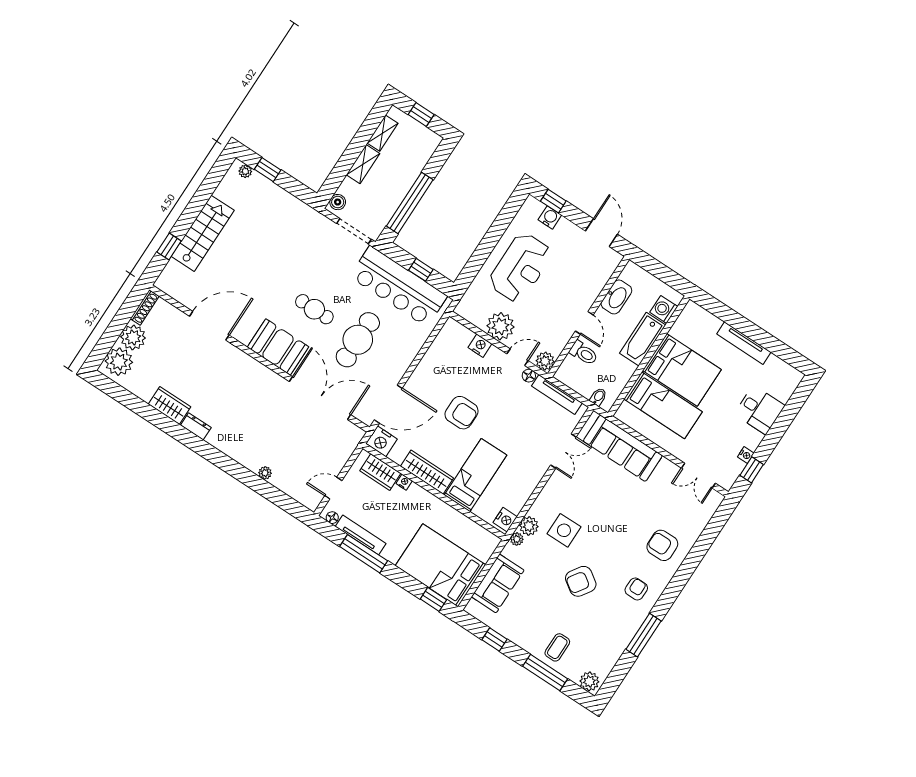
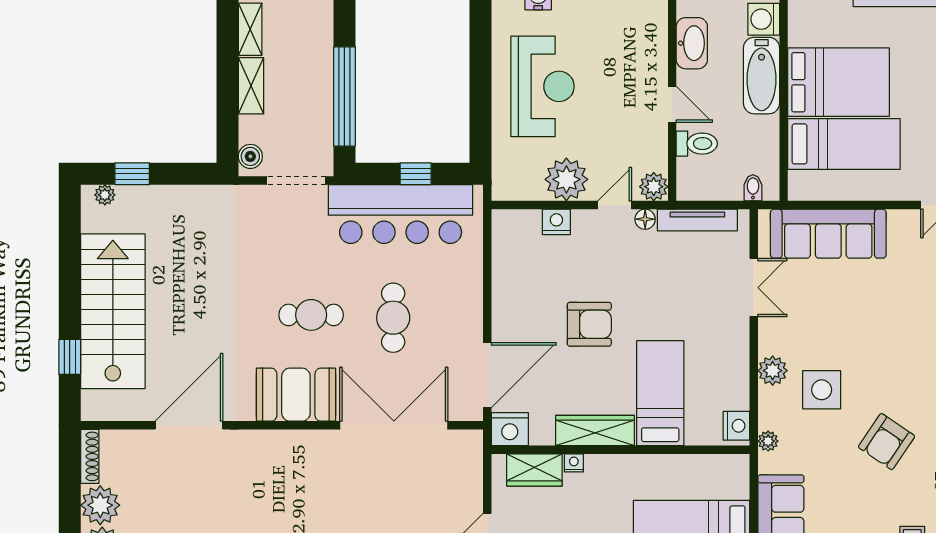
stairs: (203, 233) -> (113, 311), width x1.36, depth x1.51
cafe table: (358, 340) -> (393, 318), width x0.73, depth x0.74
plant: (529, 526) -> (773, 371), moved

